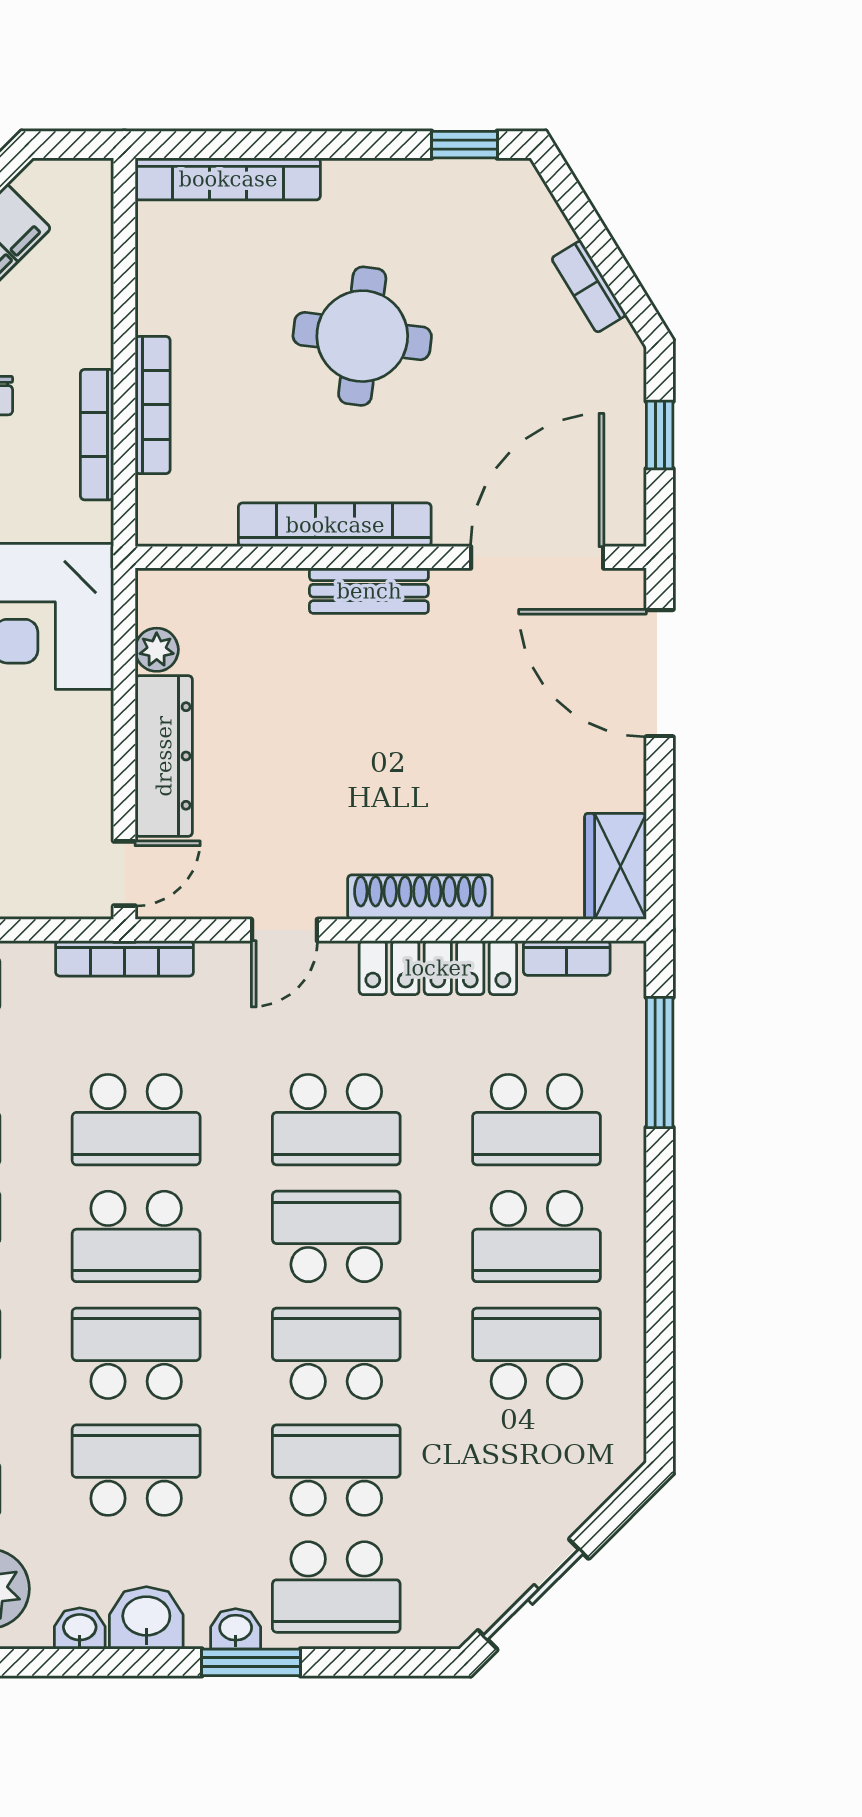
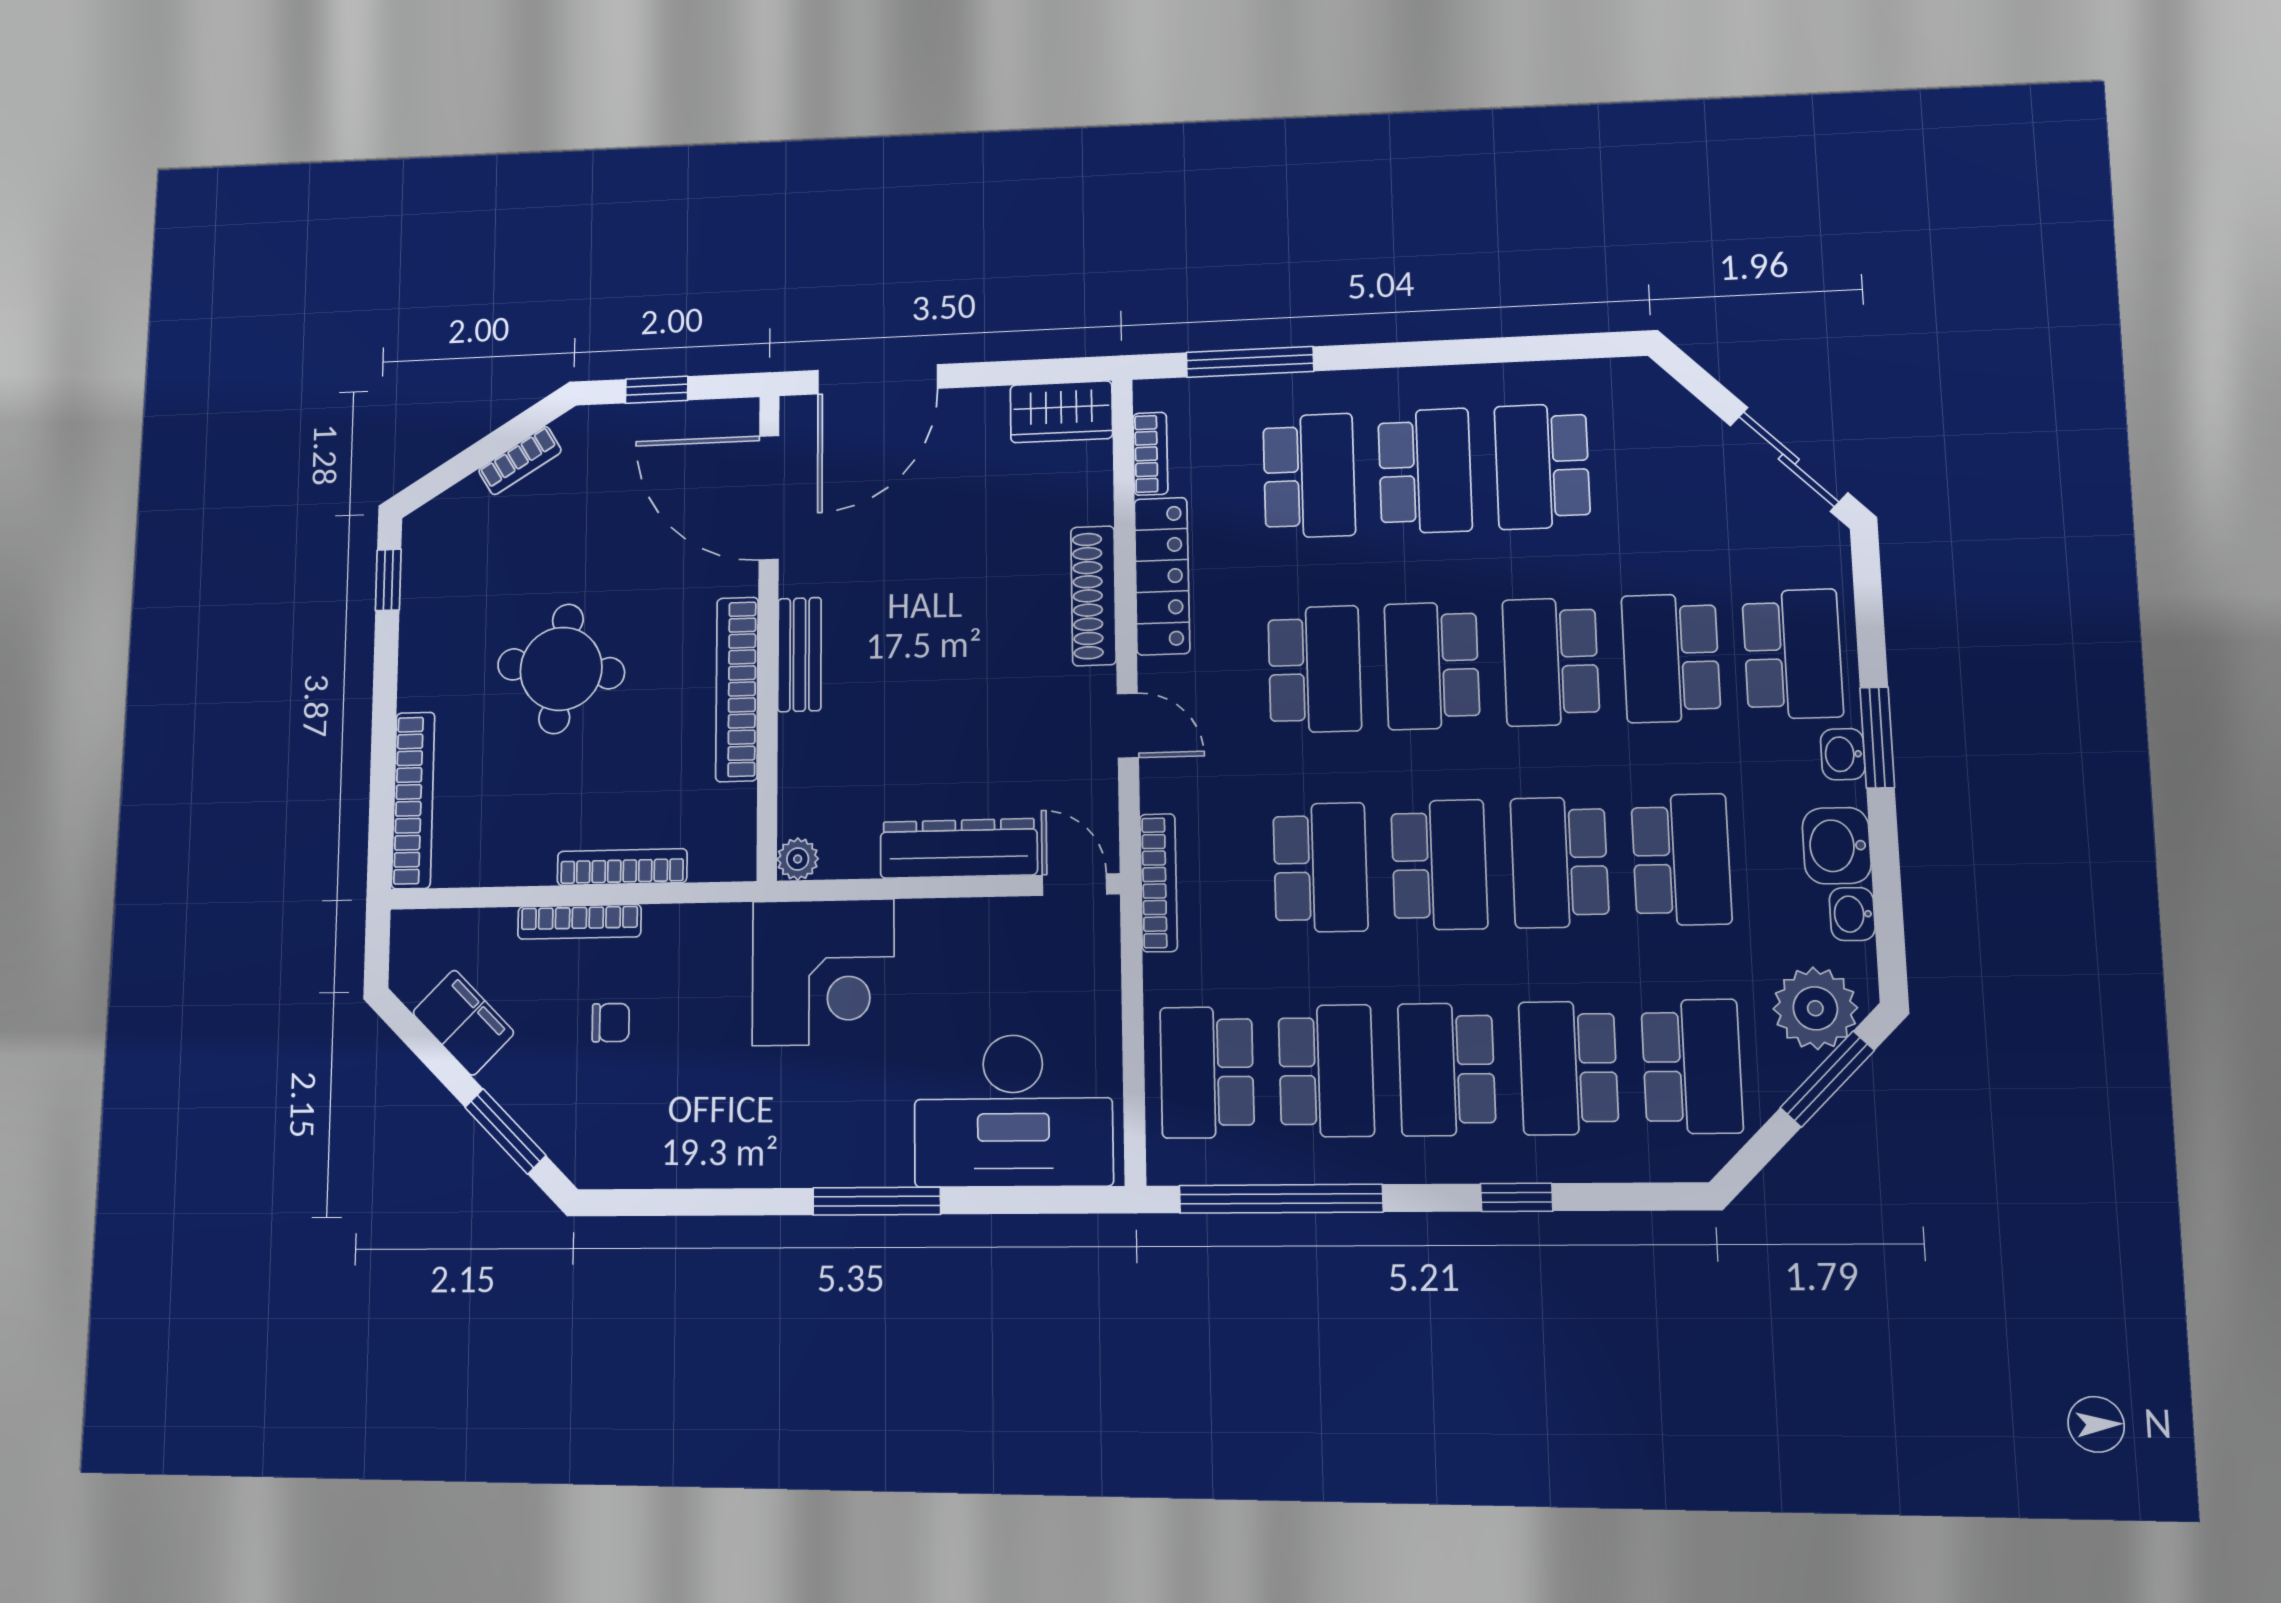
bookcase: (97, 435) -> (579, 922), moved
plant: (157, 650) -> (798, 859), moved
school desk: (136, 1470) -> (1681, 860), turned 180

